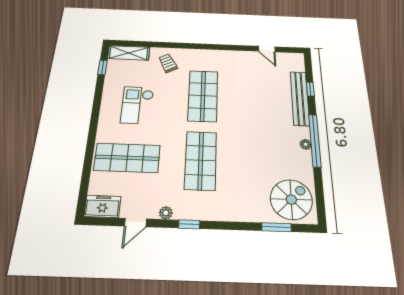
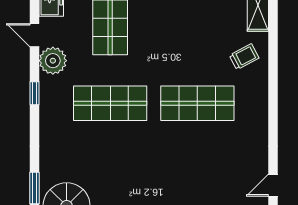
checkout: (137, 105) -> (181, 23), removed
plant: (166, 213) -> (53, 61), width x1.88, depth x1.88

